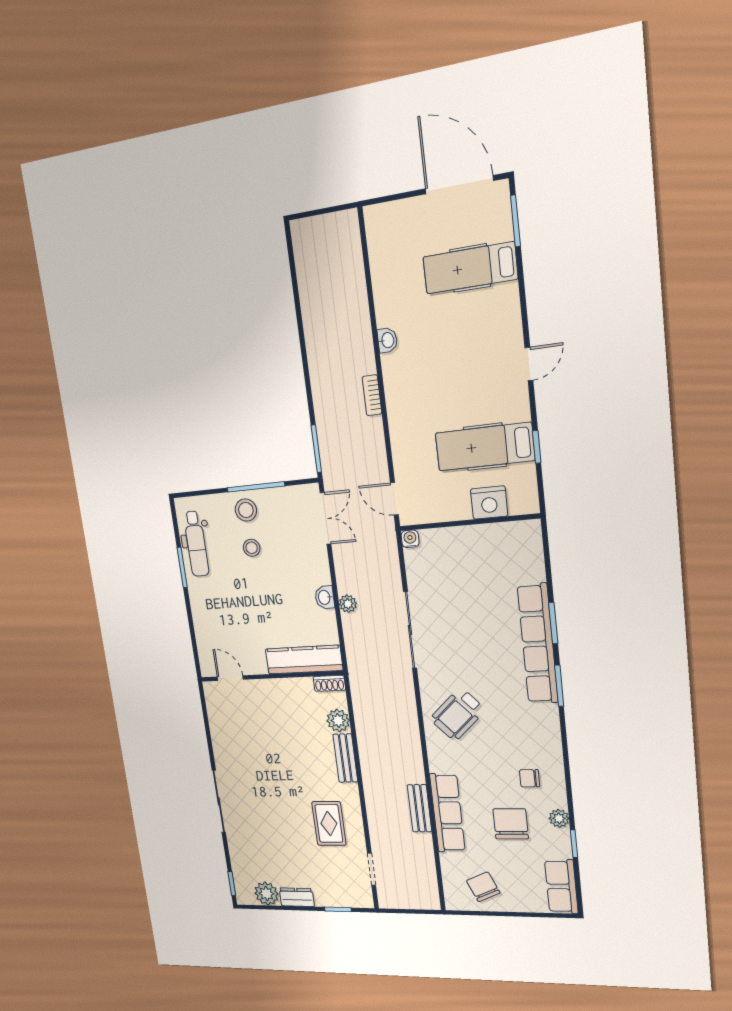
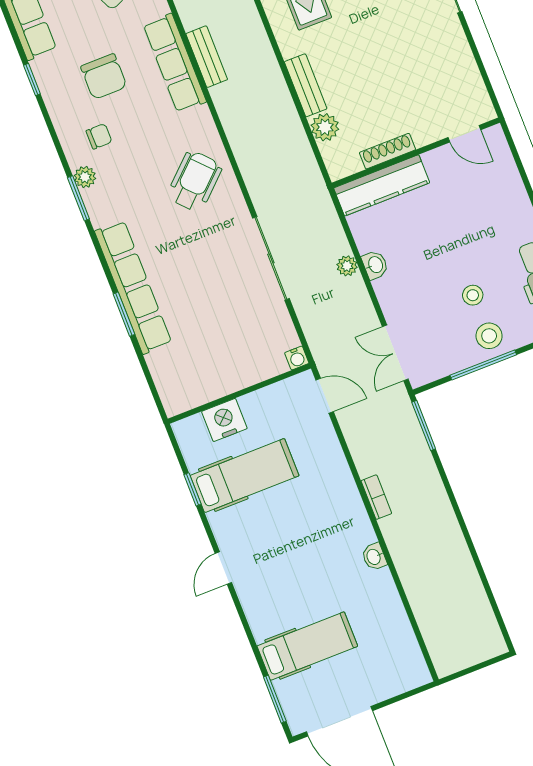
shoe rack: (329, 683) -> (387, 151), moved, width x1.43
window: (559, 686) -> (78, 198), moved
plant: (559, 818) -> (85, 177), moved

